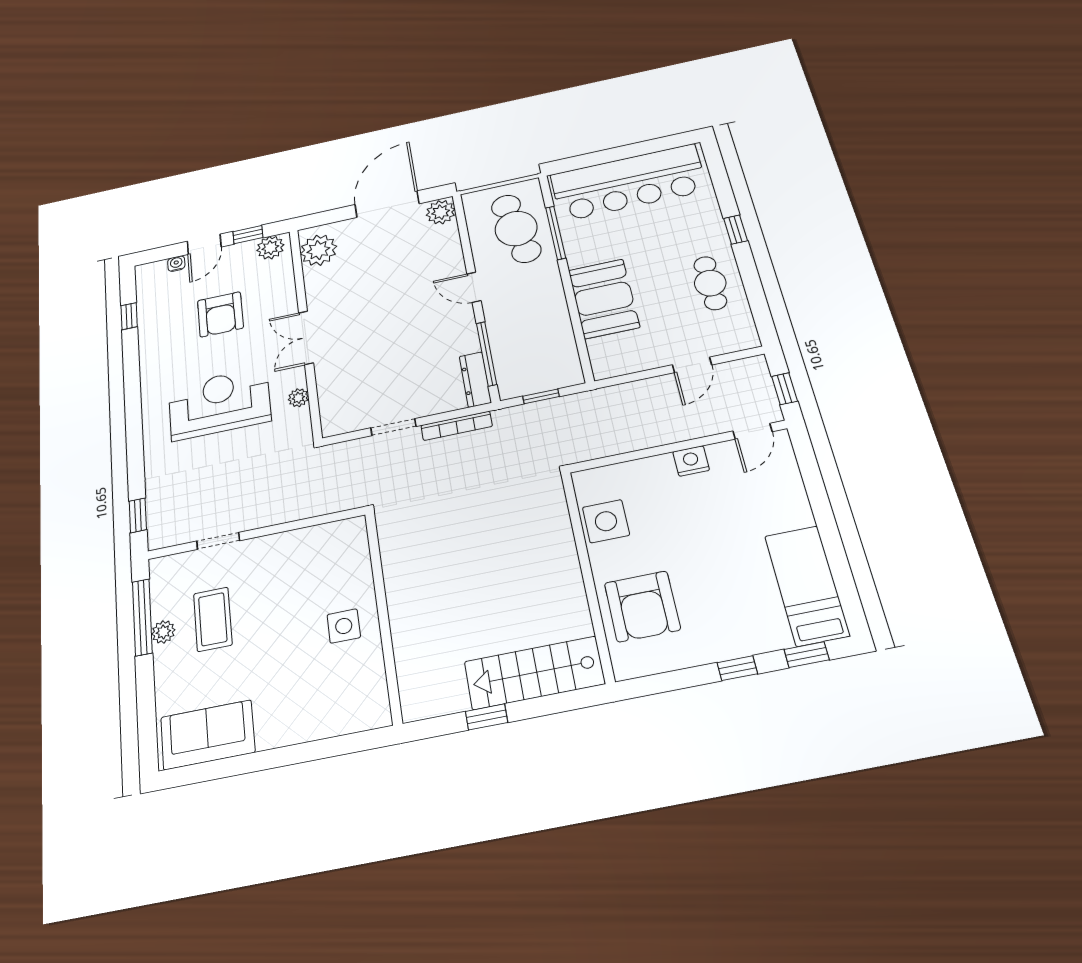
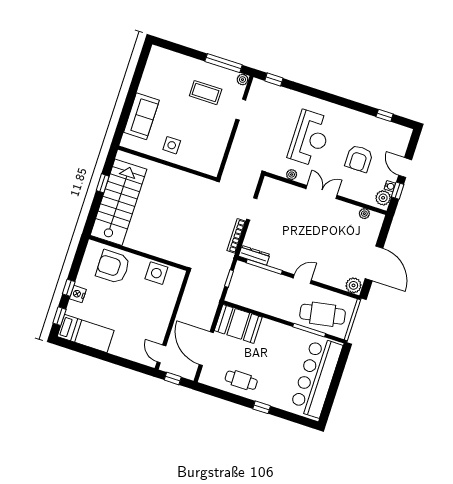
plant: (318, 250) -> (364, 214), width x0.53, depth x0.53
water cooler: (176, 264) -> (390, 186), moved
booth: (604, 299) -> (238, 324), moved
armchair: (220, 314) -> (359, 159), turned -90
door: (692, 365) -> (206, 349), width x1.88
nightstand: (691, 461) -> (78, 294), moved, turned 180
plant: (163, 632) -> (242, 80), moved
stairs: (534, 673) -> (118, 202), width x1.36, depth x1.51
sofa: (208, 735) -> (141, 116), moved

